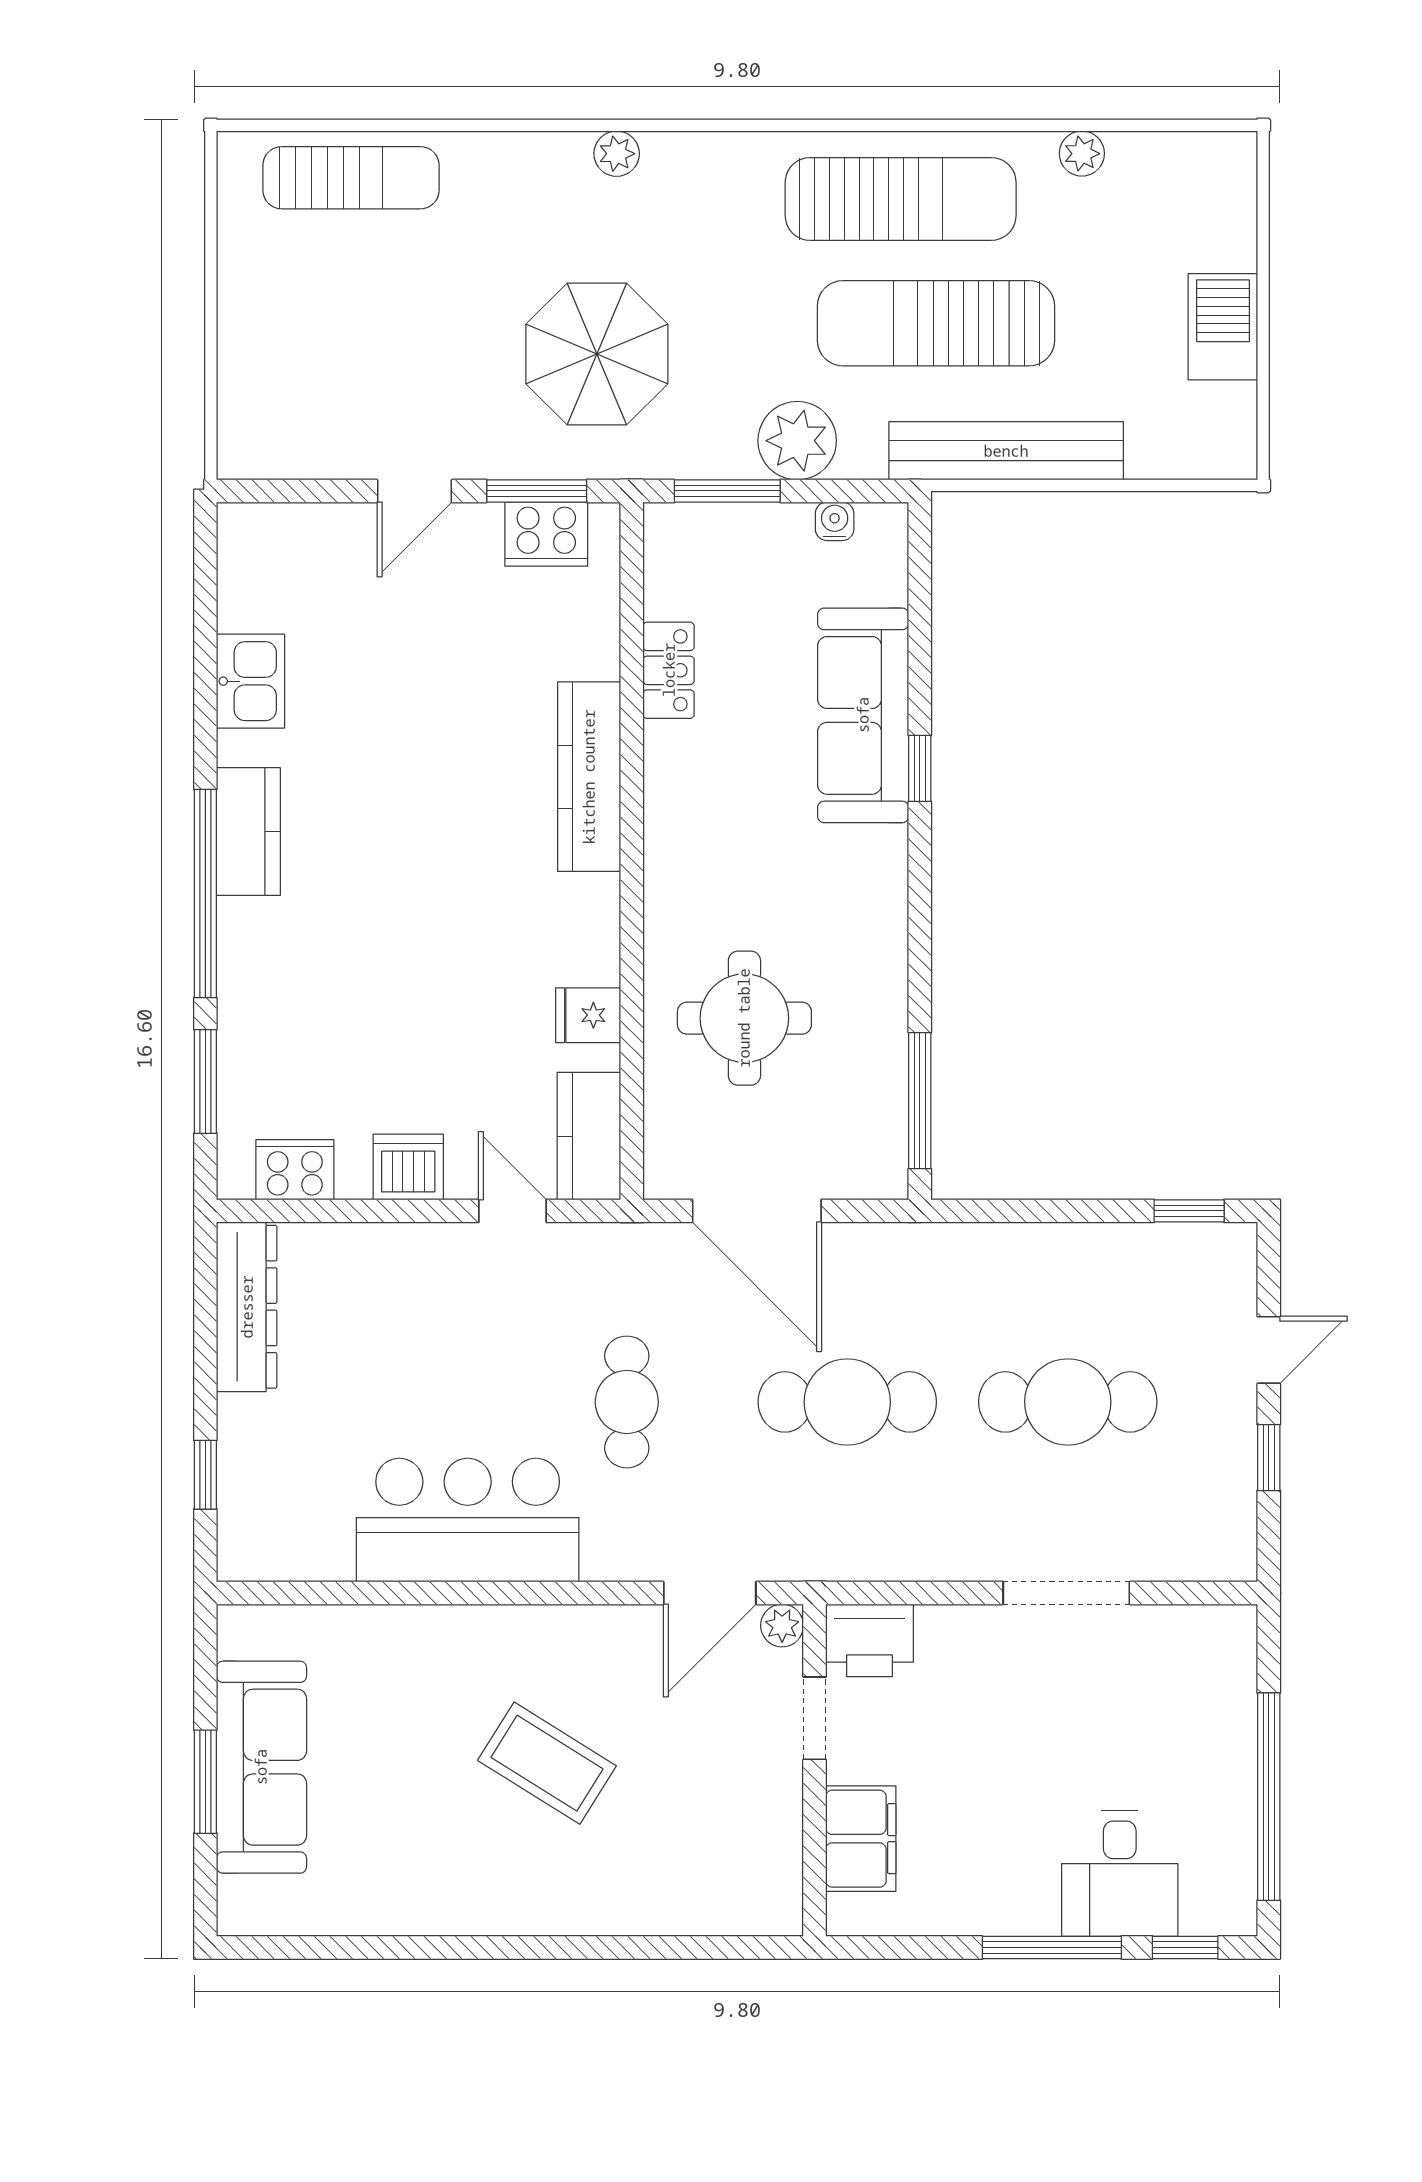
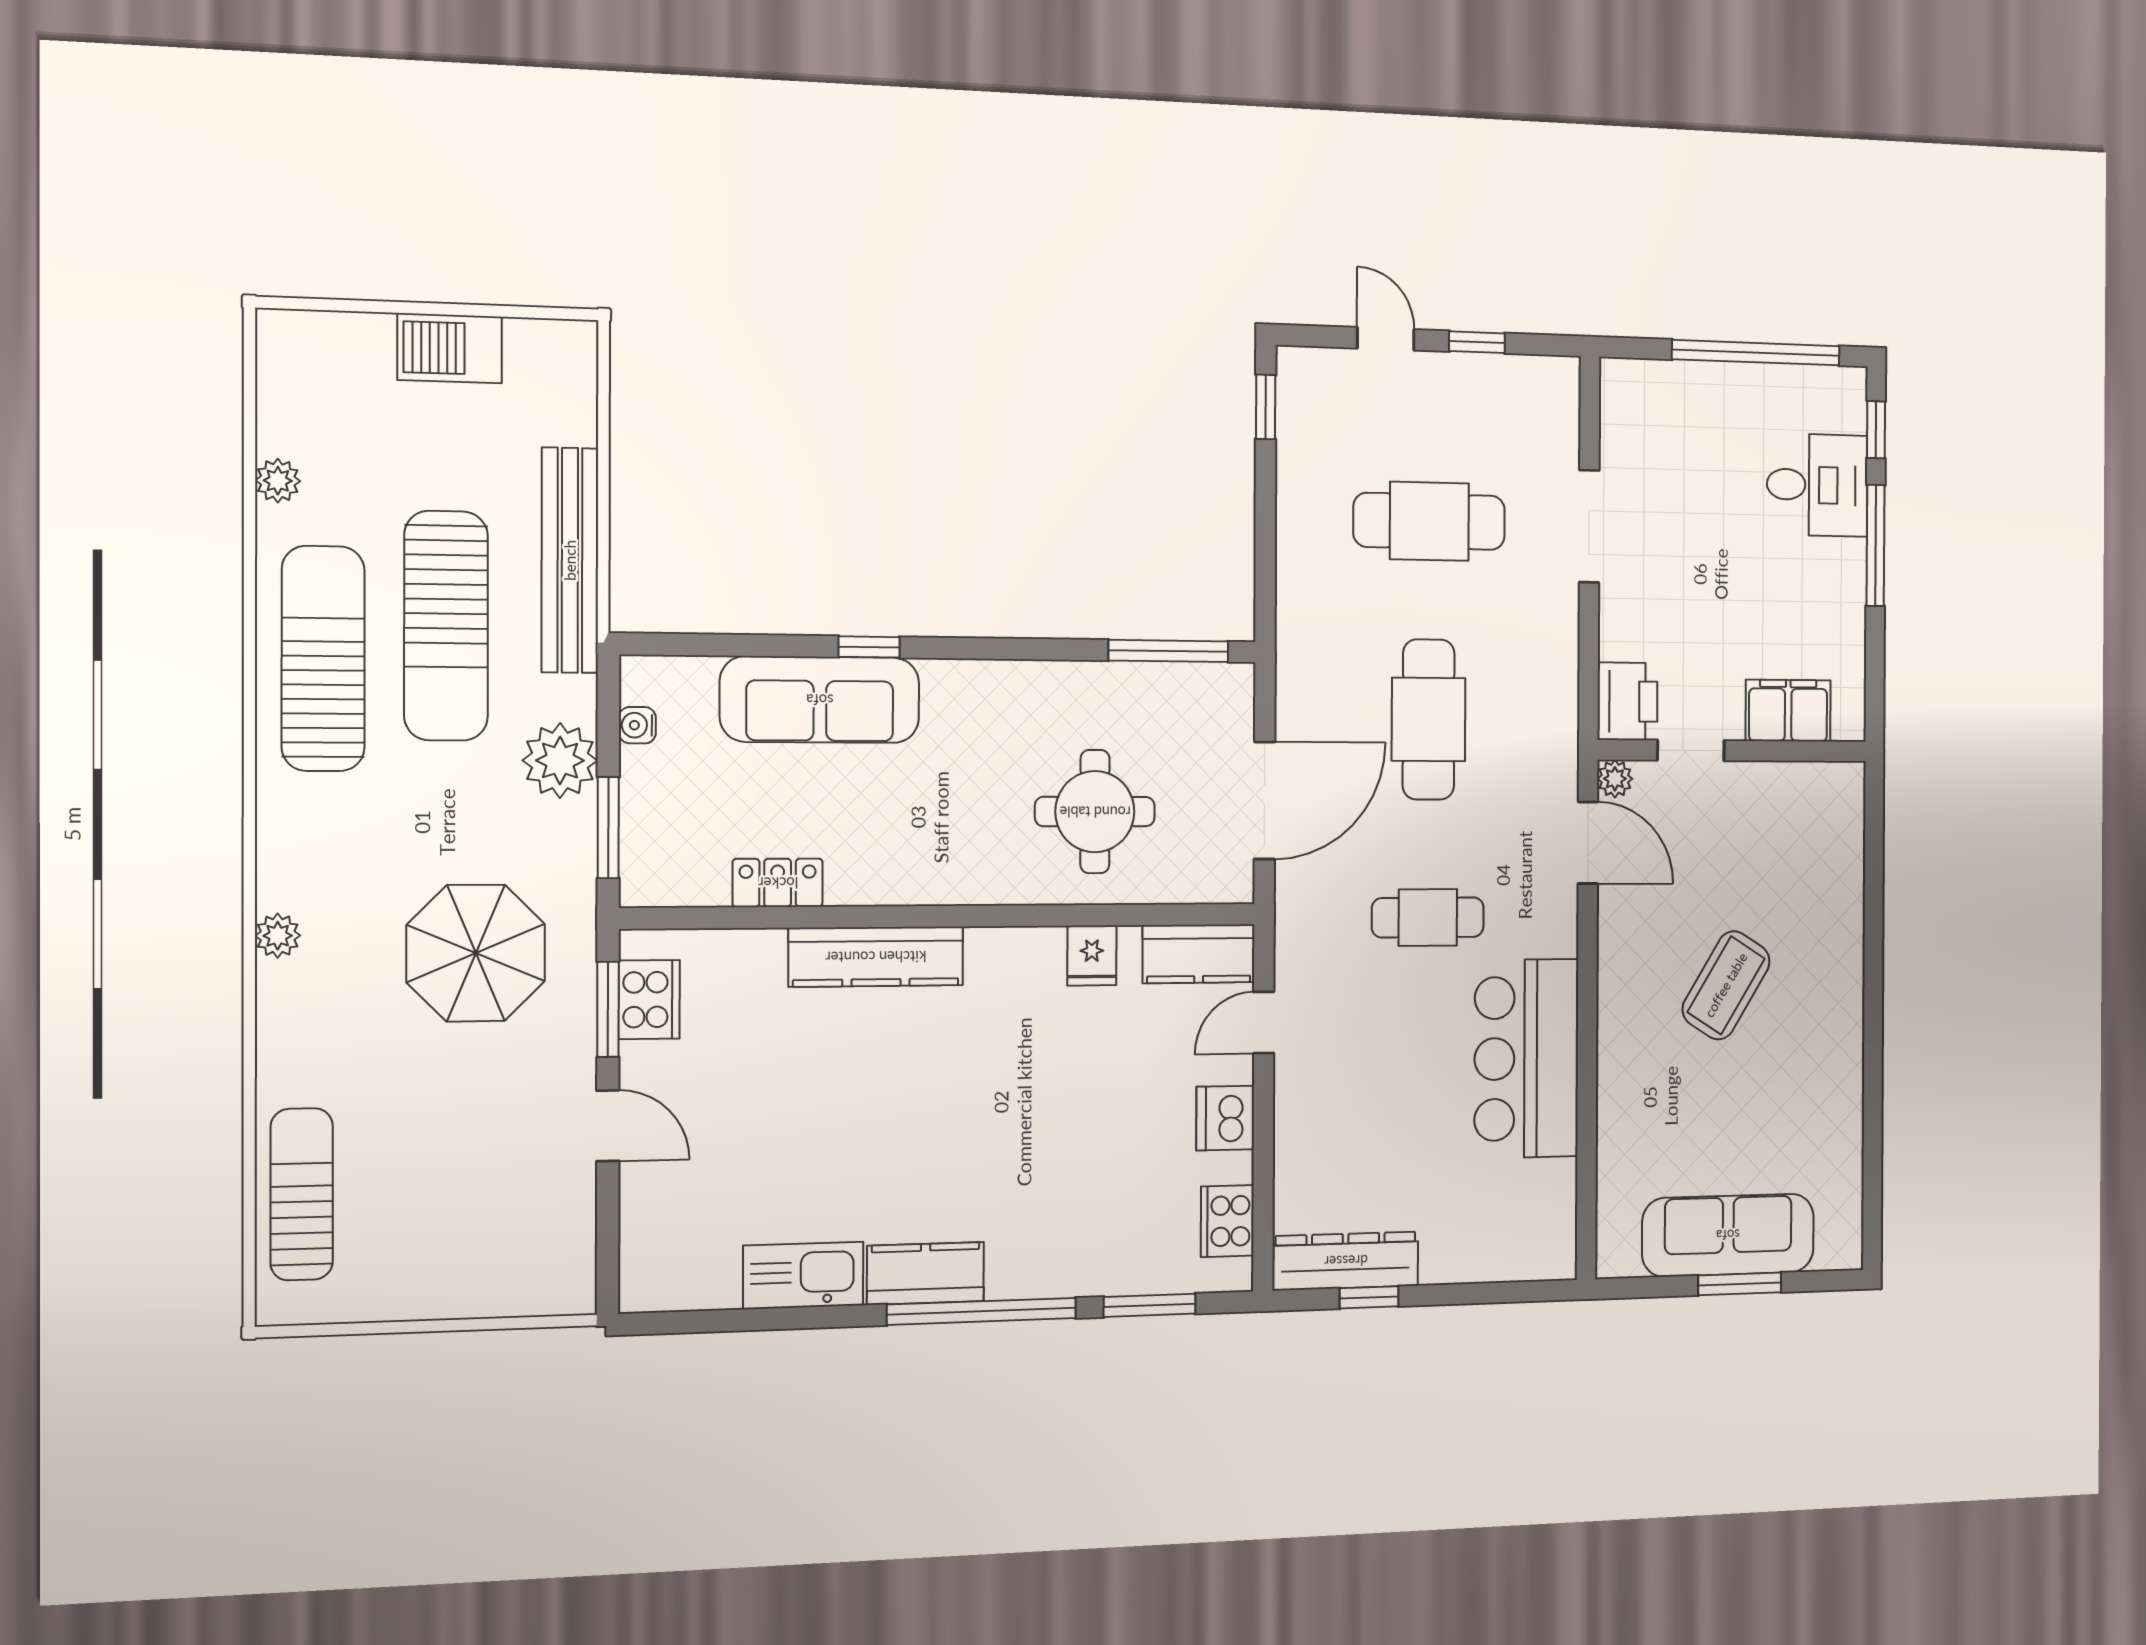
kitchen sink: (250, 681) -> (803, 1276), width x1.38
cafe table: (1068, 1402) -> (1429, 521), turned 90
window: (205, 1475) -> (1369, 1297), moved

